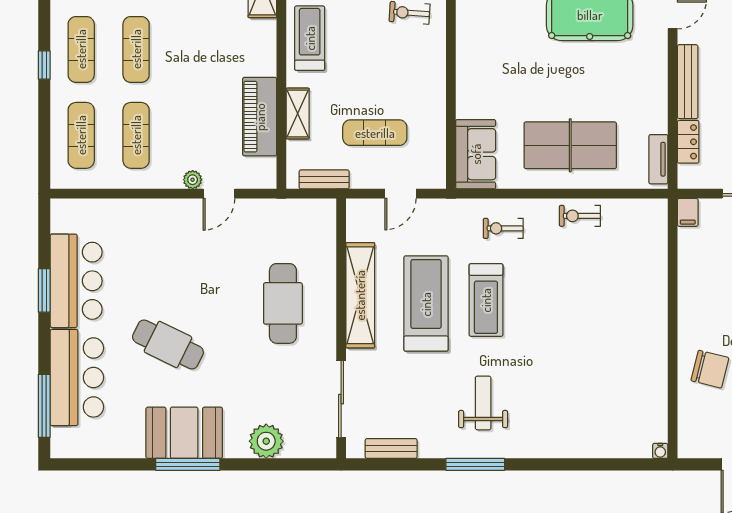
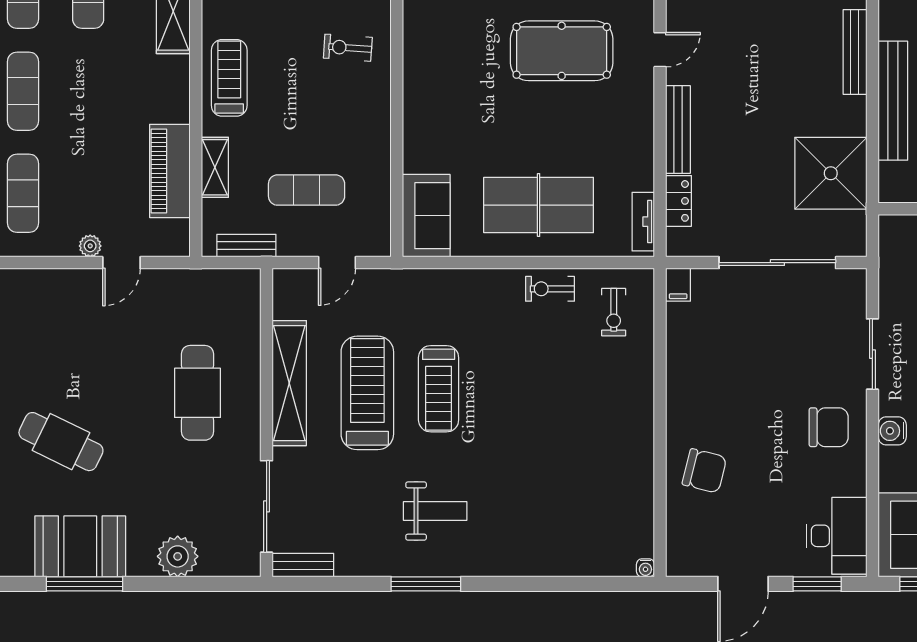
exercise bike: (503, 228) -> (614, 312), moved, turned -90
weight bench: (483, 403) -> (435, 511), turned 90
bench: (391, 449) -> (303, 565), moved

